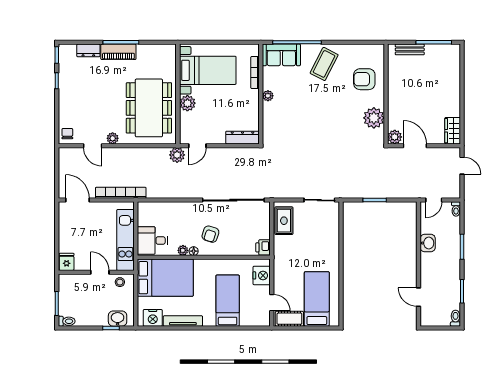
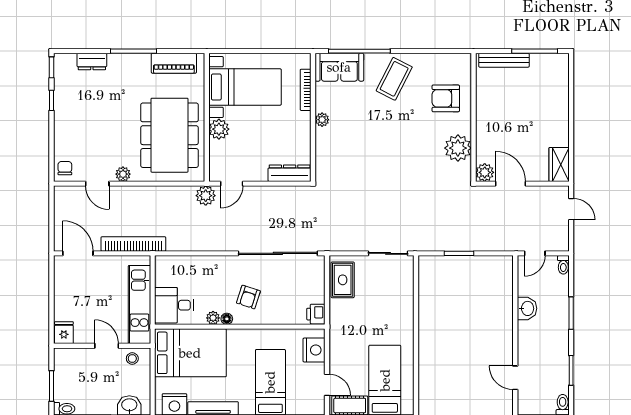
bench: (410, 49) -> (504, 60), width x1.36
piano: (118, 52) -> (174, 63), moved

